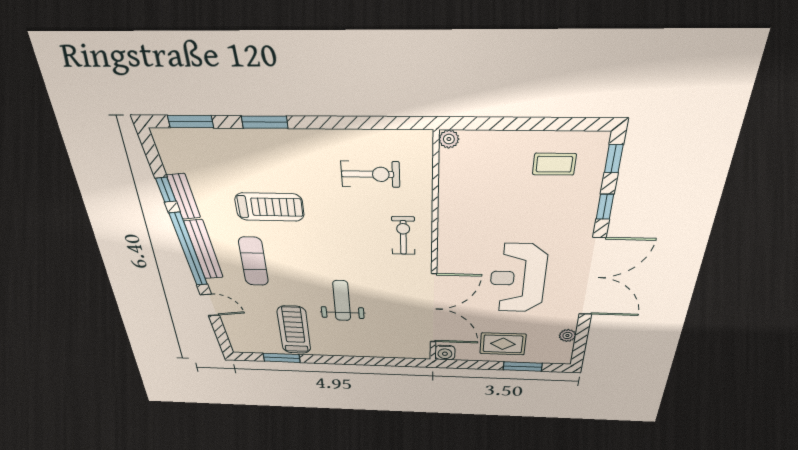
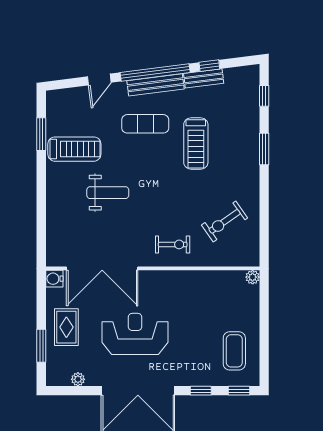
window: (191, 122) -> (264, 96), width x0.67
coffee table: (554, 164) -> (234, 351), width x1.36, depth x1.30
exercise bike: (370, 174) -> (225, 221), turned 55

